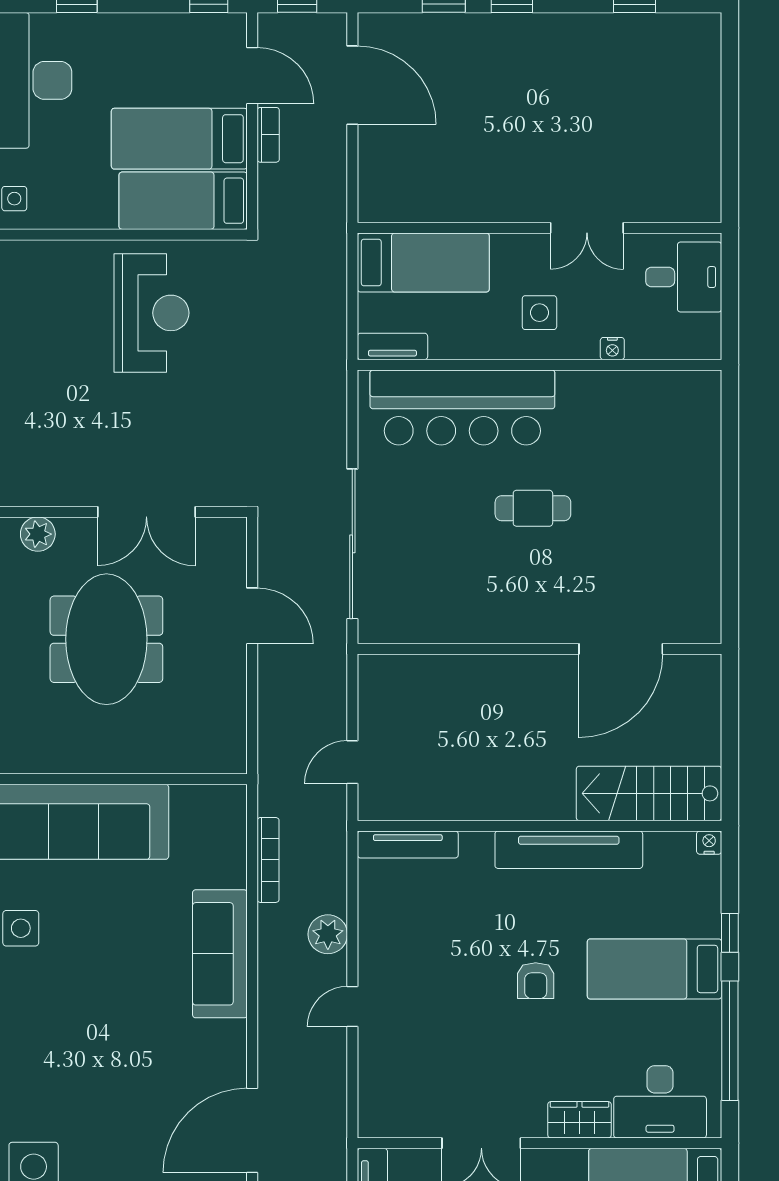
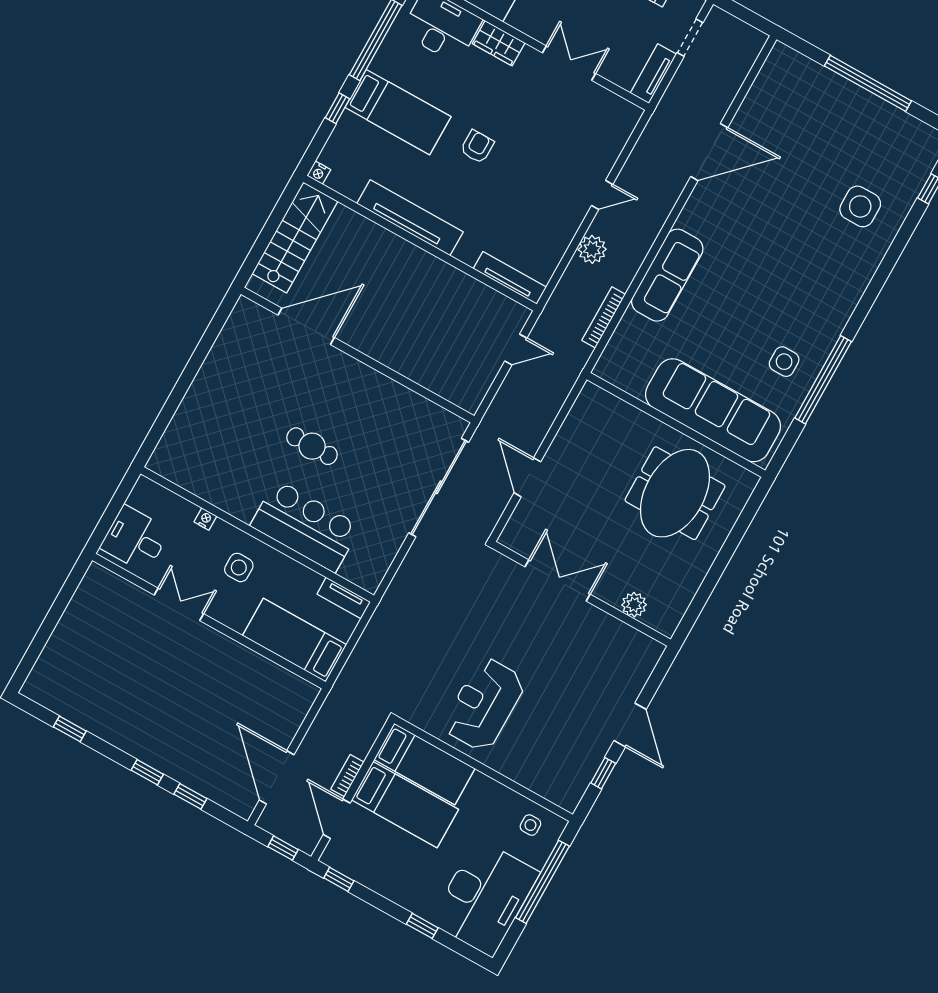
bar counter: (462, 407) -> (305, 526), width x0.73
meeting table: (106, 639) -> (675, 493), moved
stairs: (649, 793) -> (295, 238), moved, turned -90

